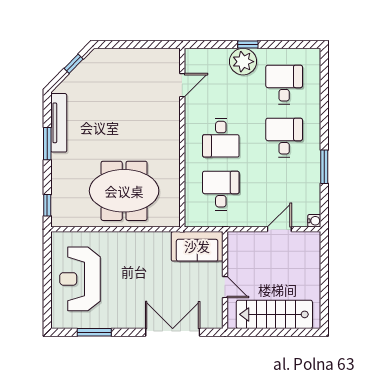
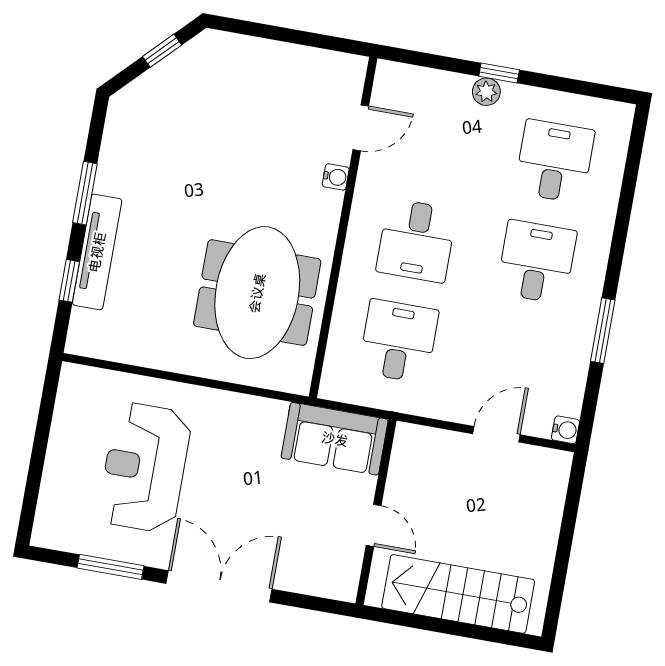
plant: (243, 62) -> (486, 92), width x0.53, depth x0.53
water cooler: (174, 113) -> (336, 177), added
tv unit: (59, 123) -> (97, 252), moved
meeting table: (124, 191) -> (257, 293), moved, turned 90
window: (47, 205) -> (69, 281), moved
reception desk: (80, 279) -> (145, 467), moved
double door: (173, 332) -> (219, 586), moved

